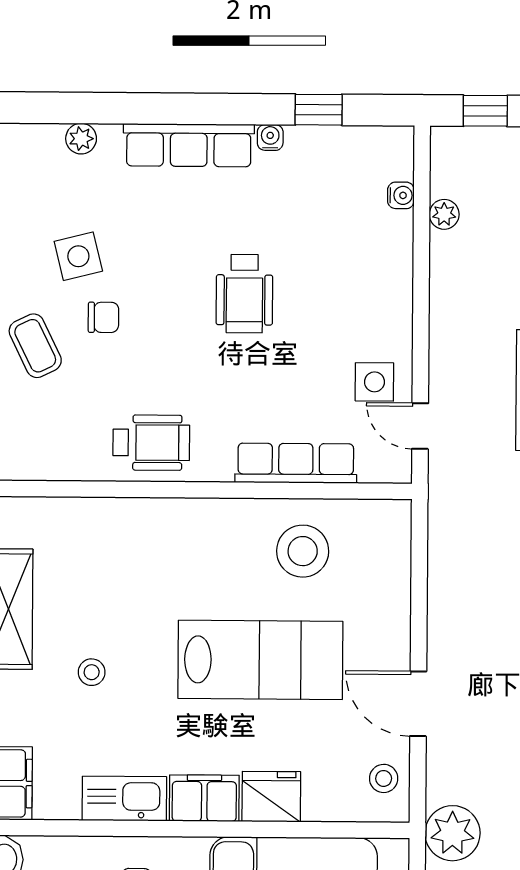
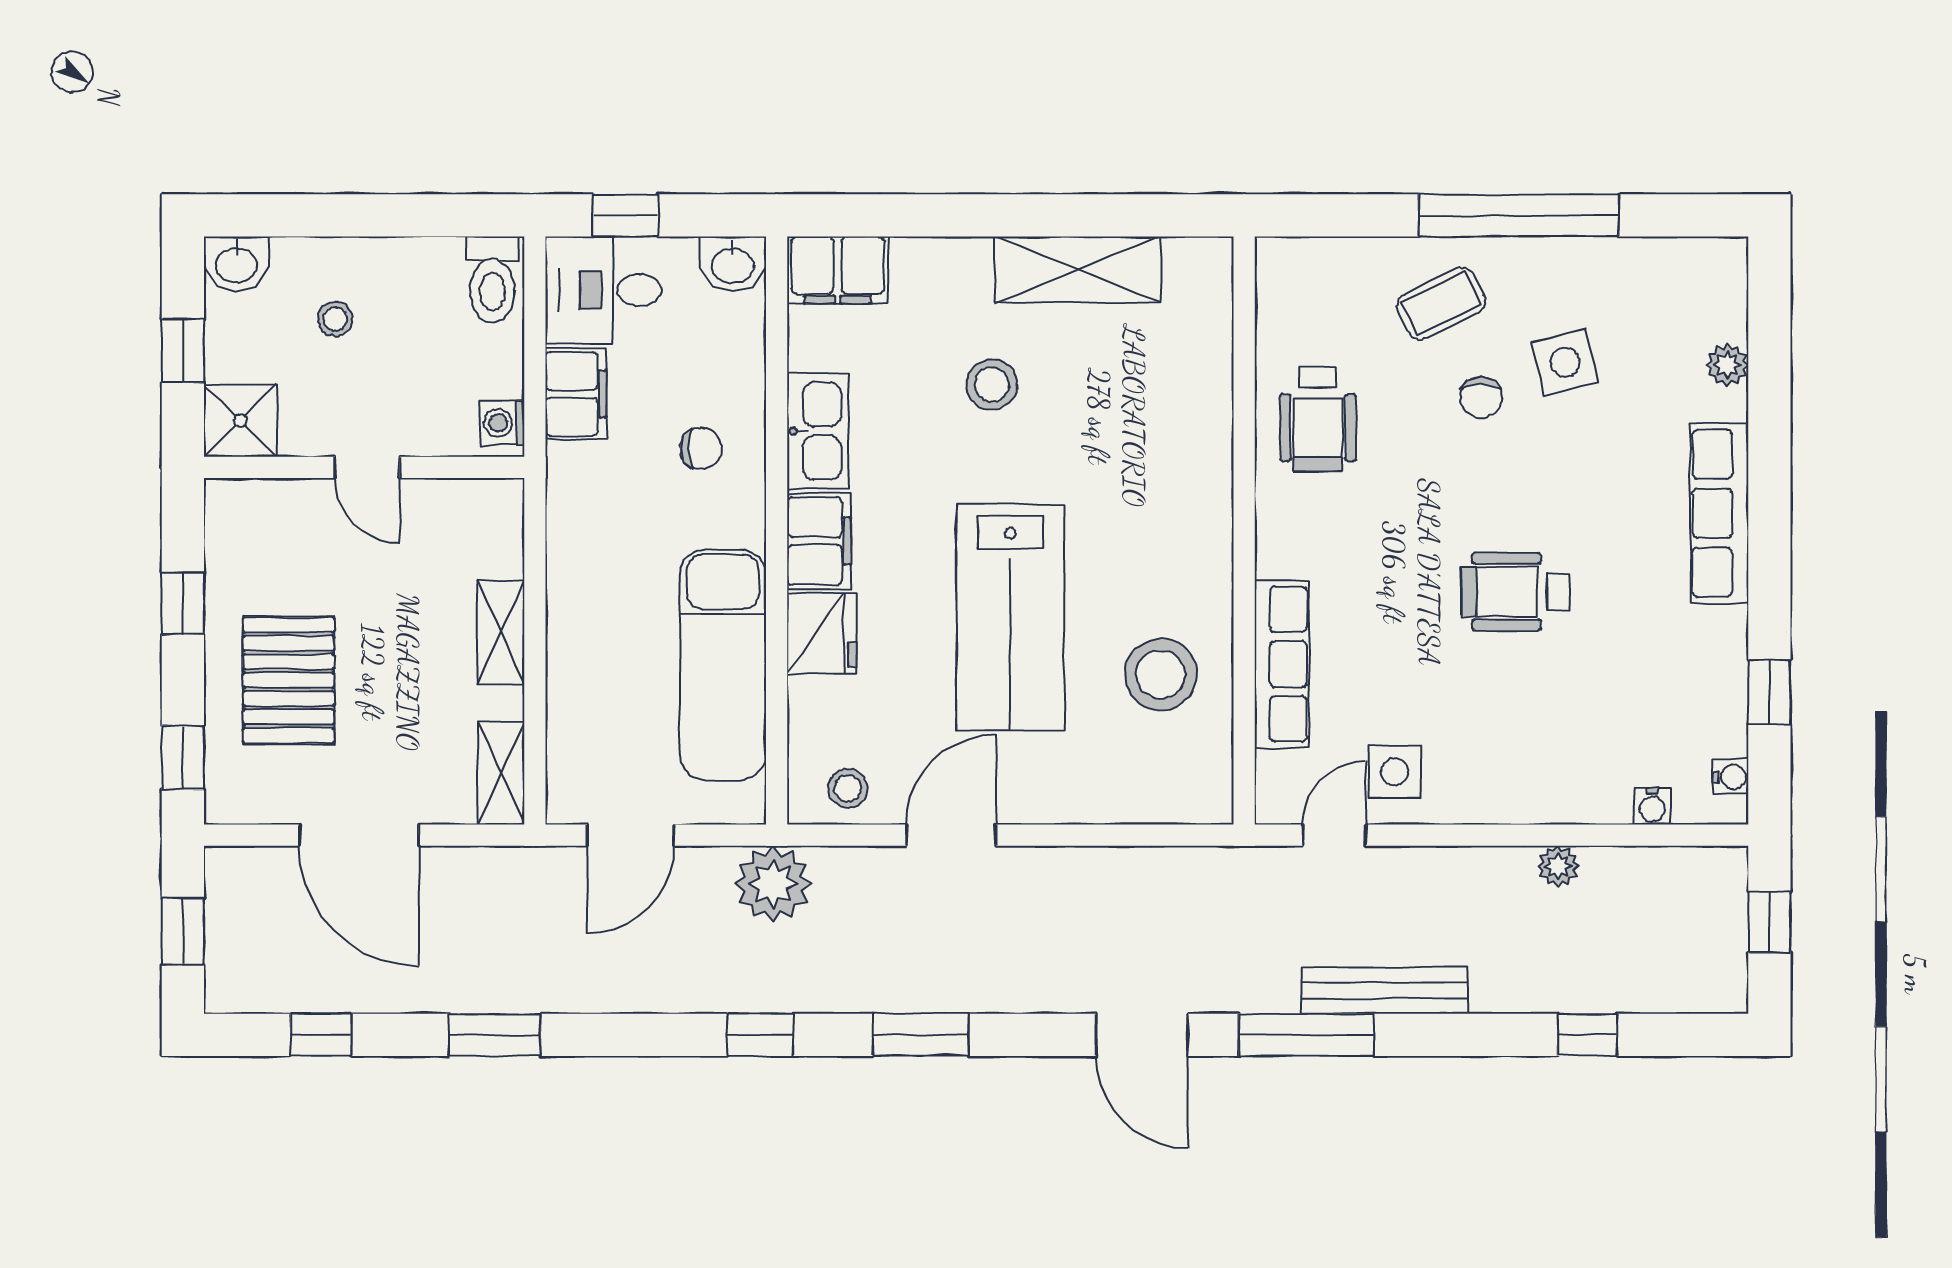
water cooler: (270, 137) -> (1731, 777), moved
plant: (444, 214) -> (1558, 866), moved
wheelchair: (151, 443) -> (1318, 419), moved
stool: (92, 672) -> (992, 385), width x1.37, depth x1.37

